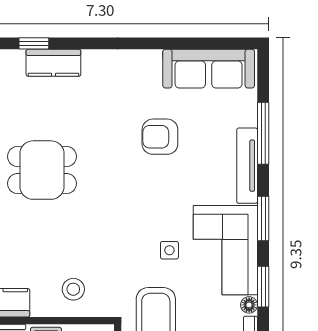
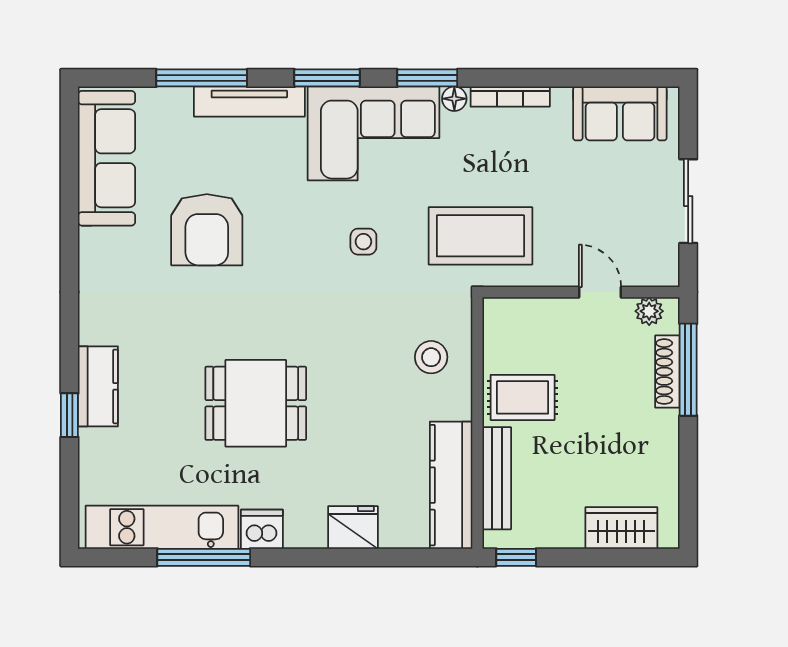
armchair: (160, 137) -> (207, 230), width x1.36, depth x1.36
dining table: (42, 170) -> (256, 403), turned 90
side table: (169, 250) -> (363, 242), moved

